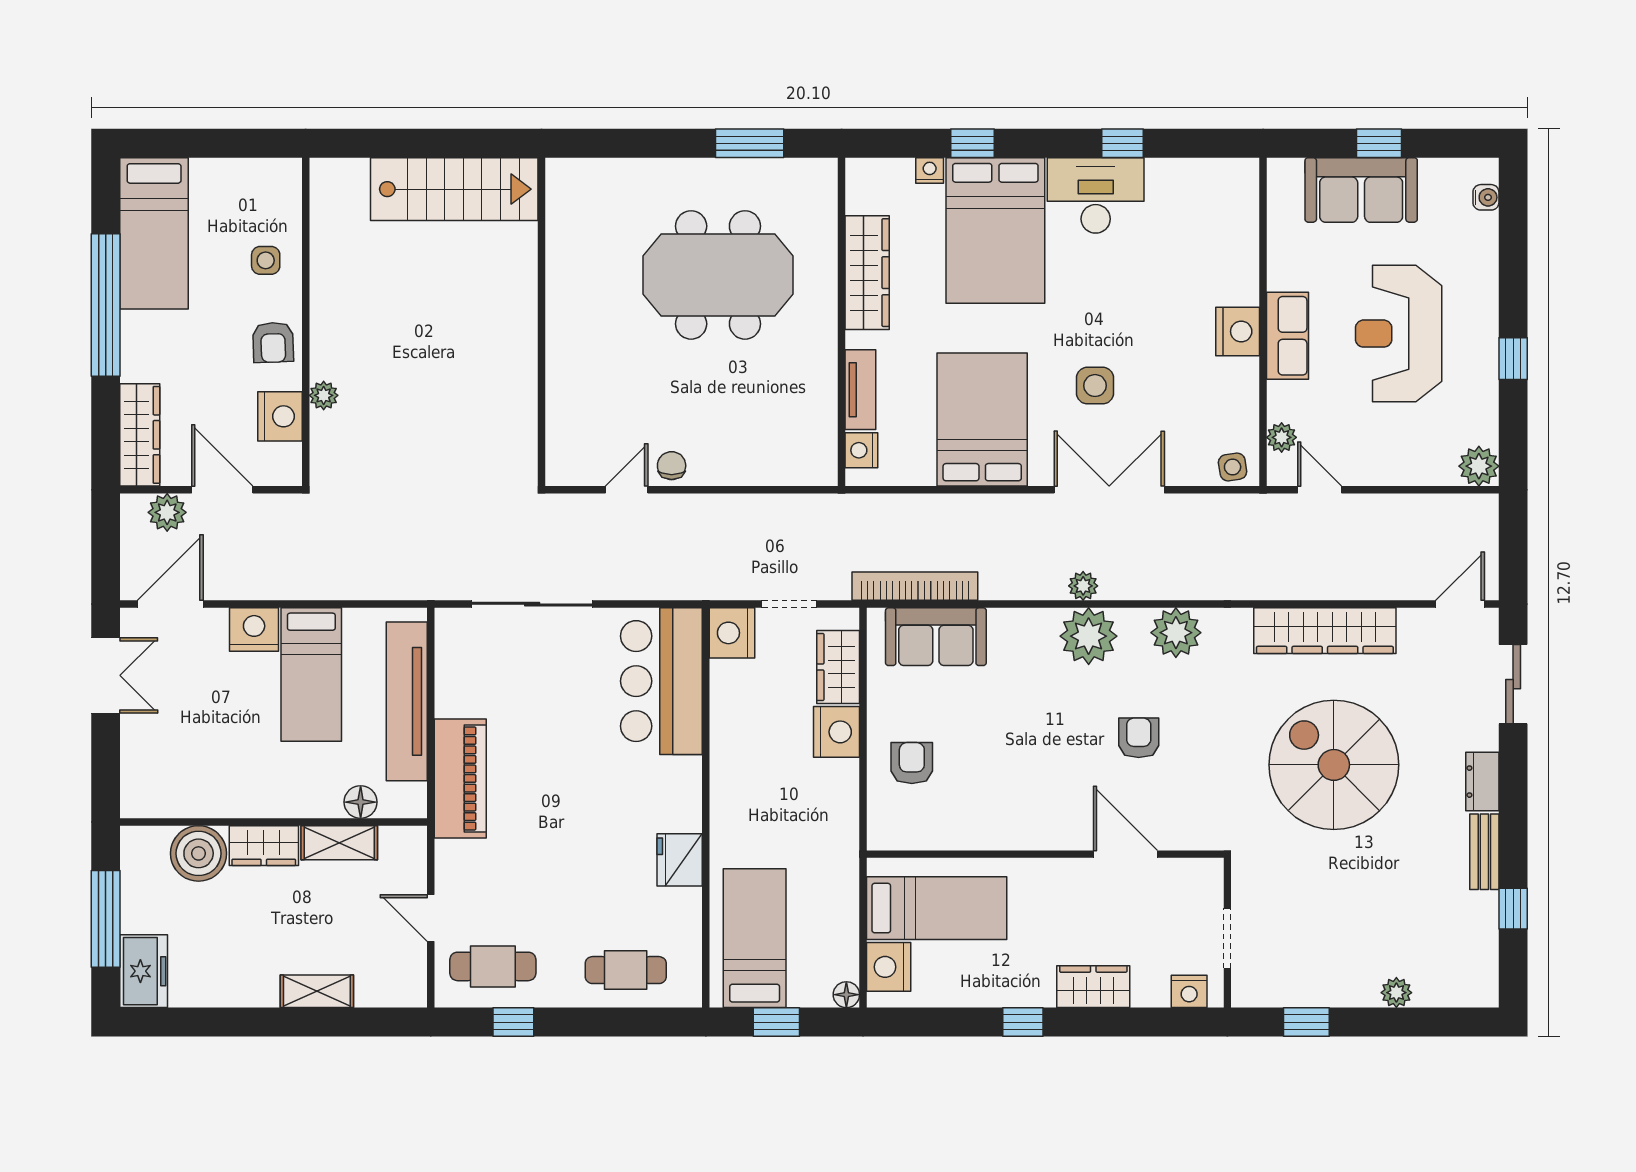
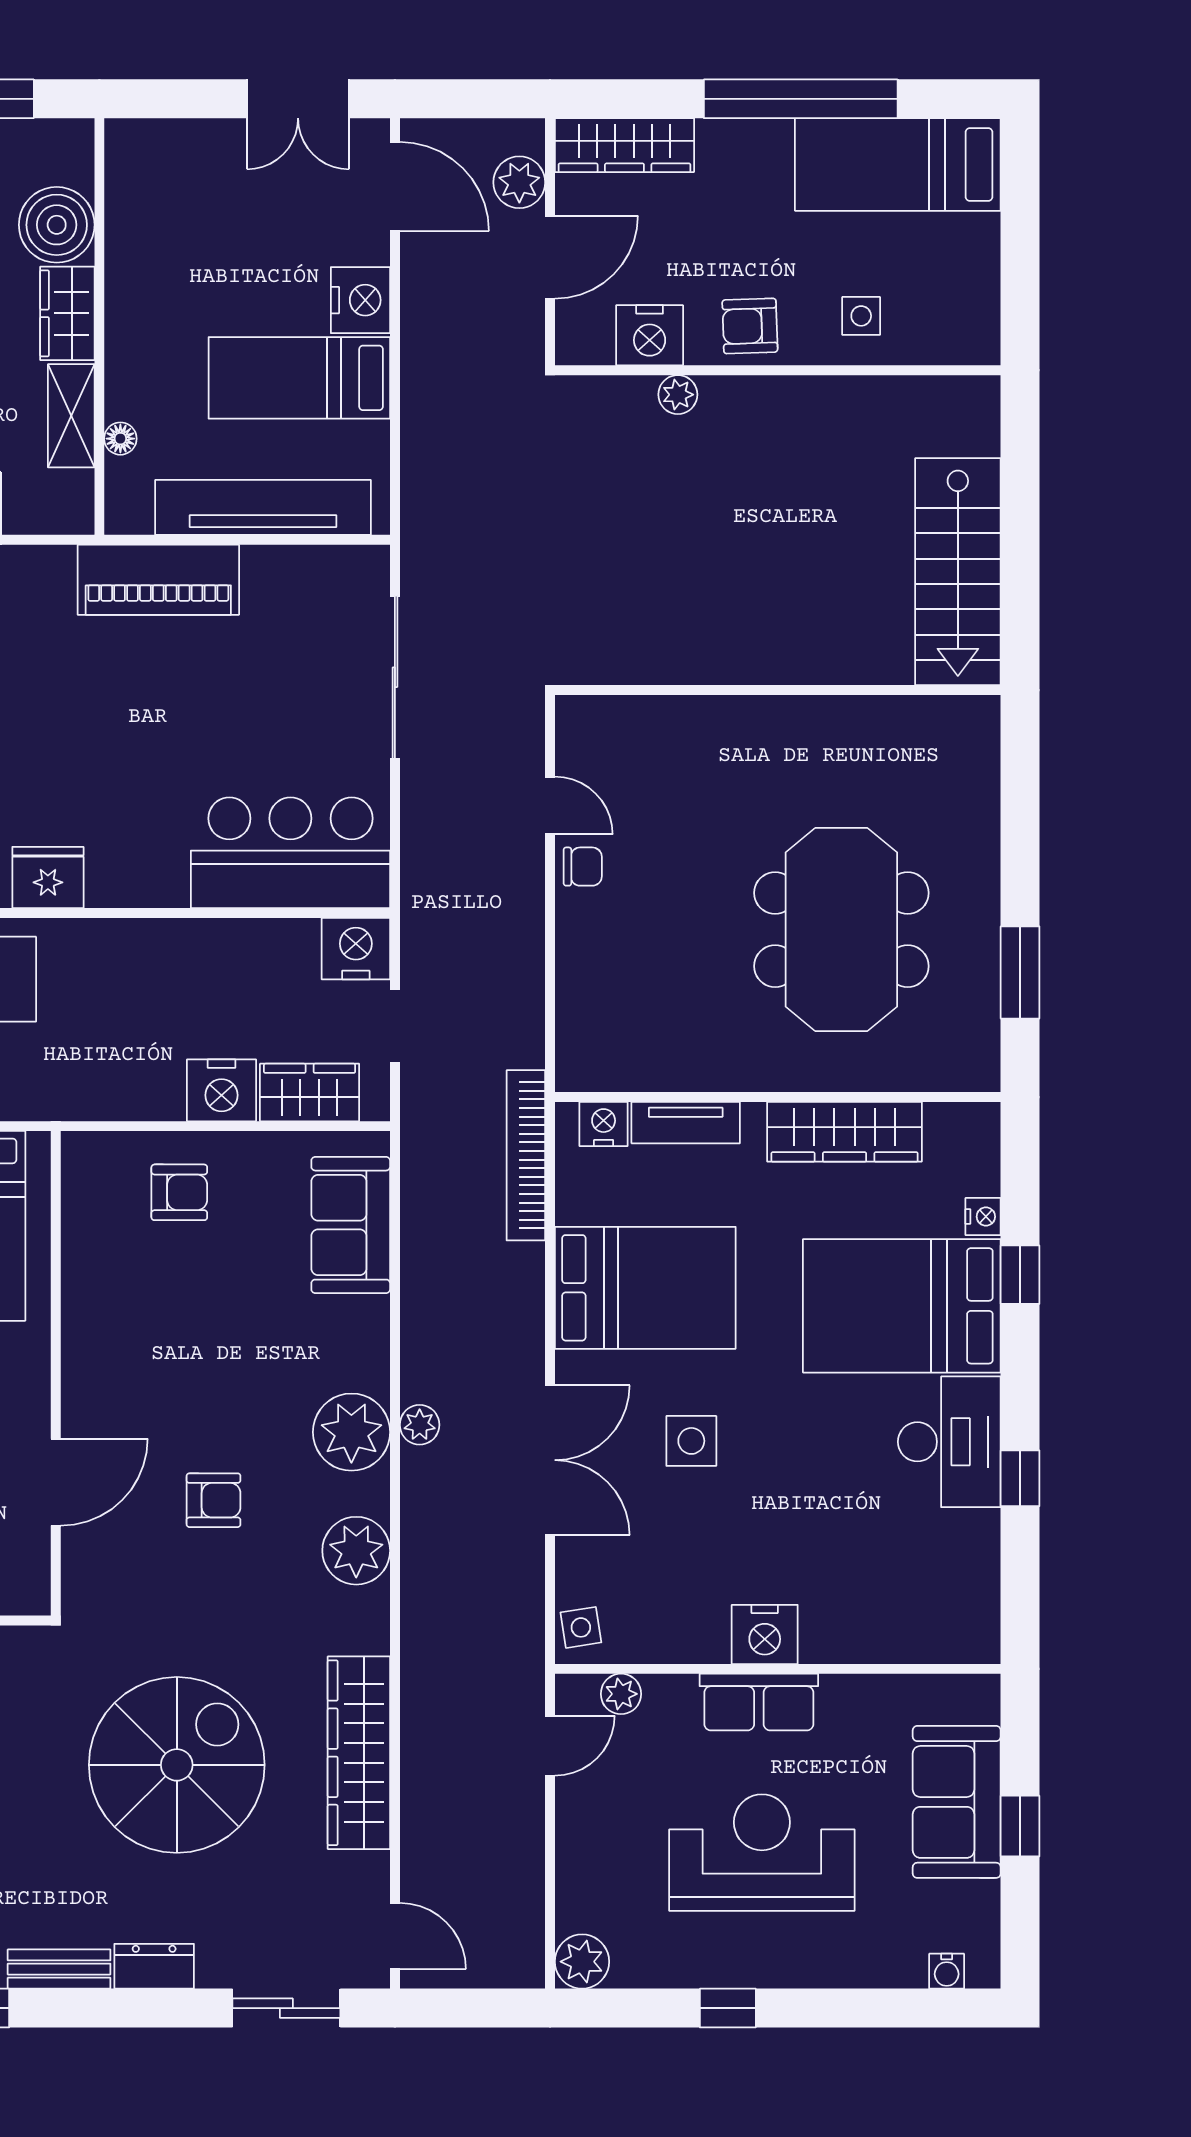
bookcase: (915, 586) -> (526, 1155), moved, turned 180
floor lamp: (361, 802) -> (120, 439), width x0.73, depth x0.73

